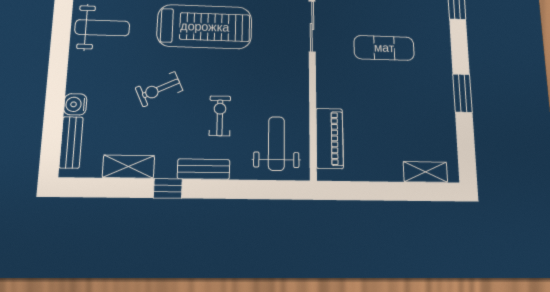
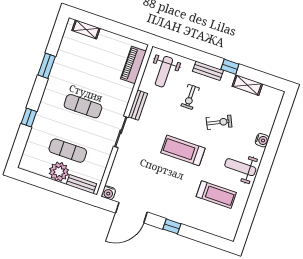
treadmill: (205, 27) -> (183, 150), width x0.73, depth x0.73
water cooler: (75, 104) -> (262, 140), moved
bench: (71, 142) -> (138, 105), moved

